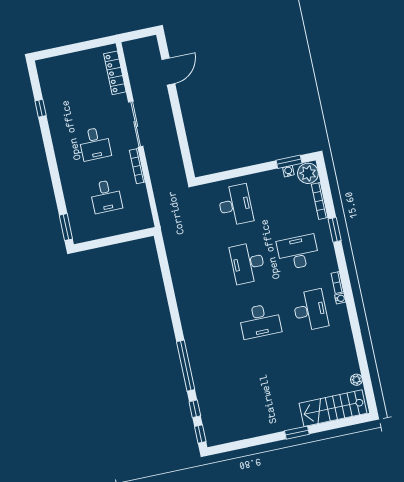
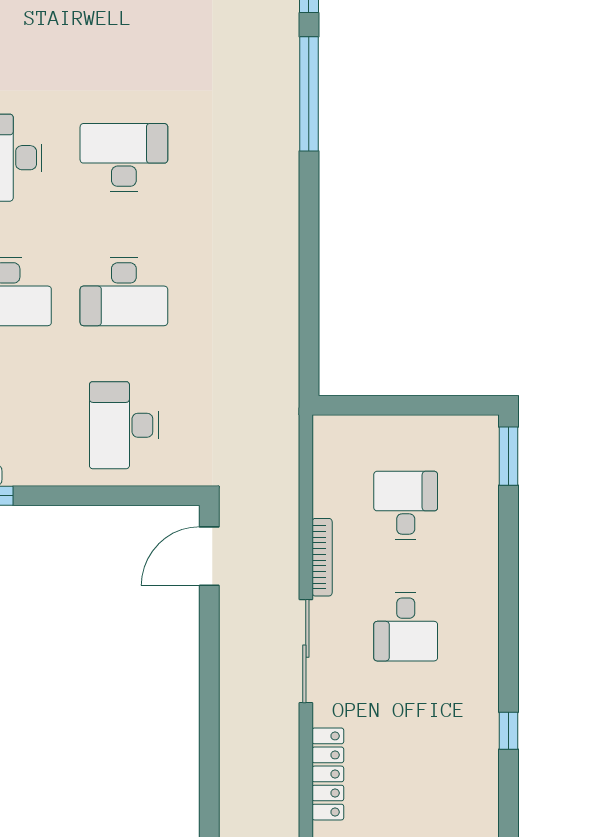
door: (168, 71) -> (209, 556), moved
desk: (95, 144) -> (406, 627), turned 180
desk: (248, 263) -> (124, 291), turned 90

